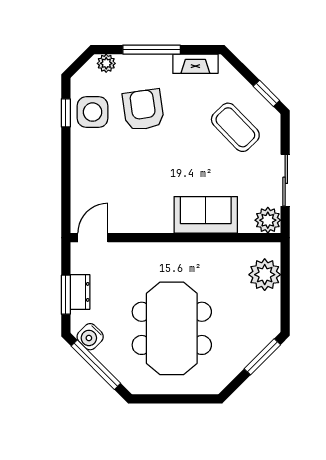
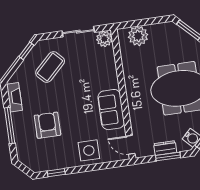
plant: (106, 63) -> (22, 152), removed
armchair: (143, 110) -> (47, 125), turned 98
side table: (93, 112) -> (89, 150), moved
sofa: (206, 215) -> (111, 110), moved

